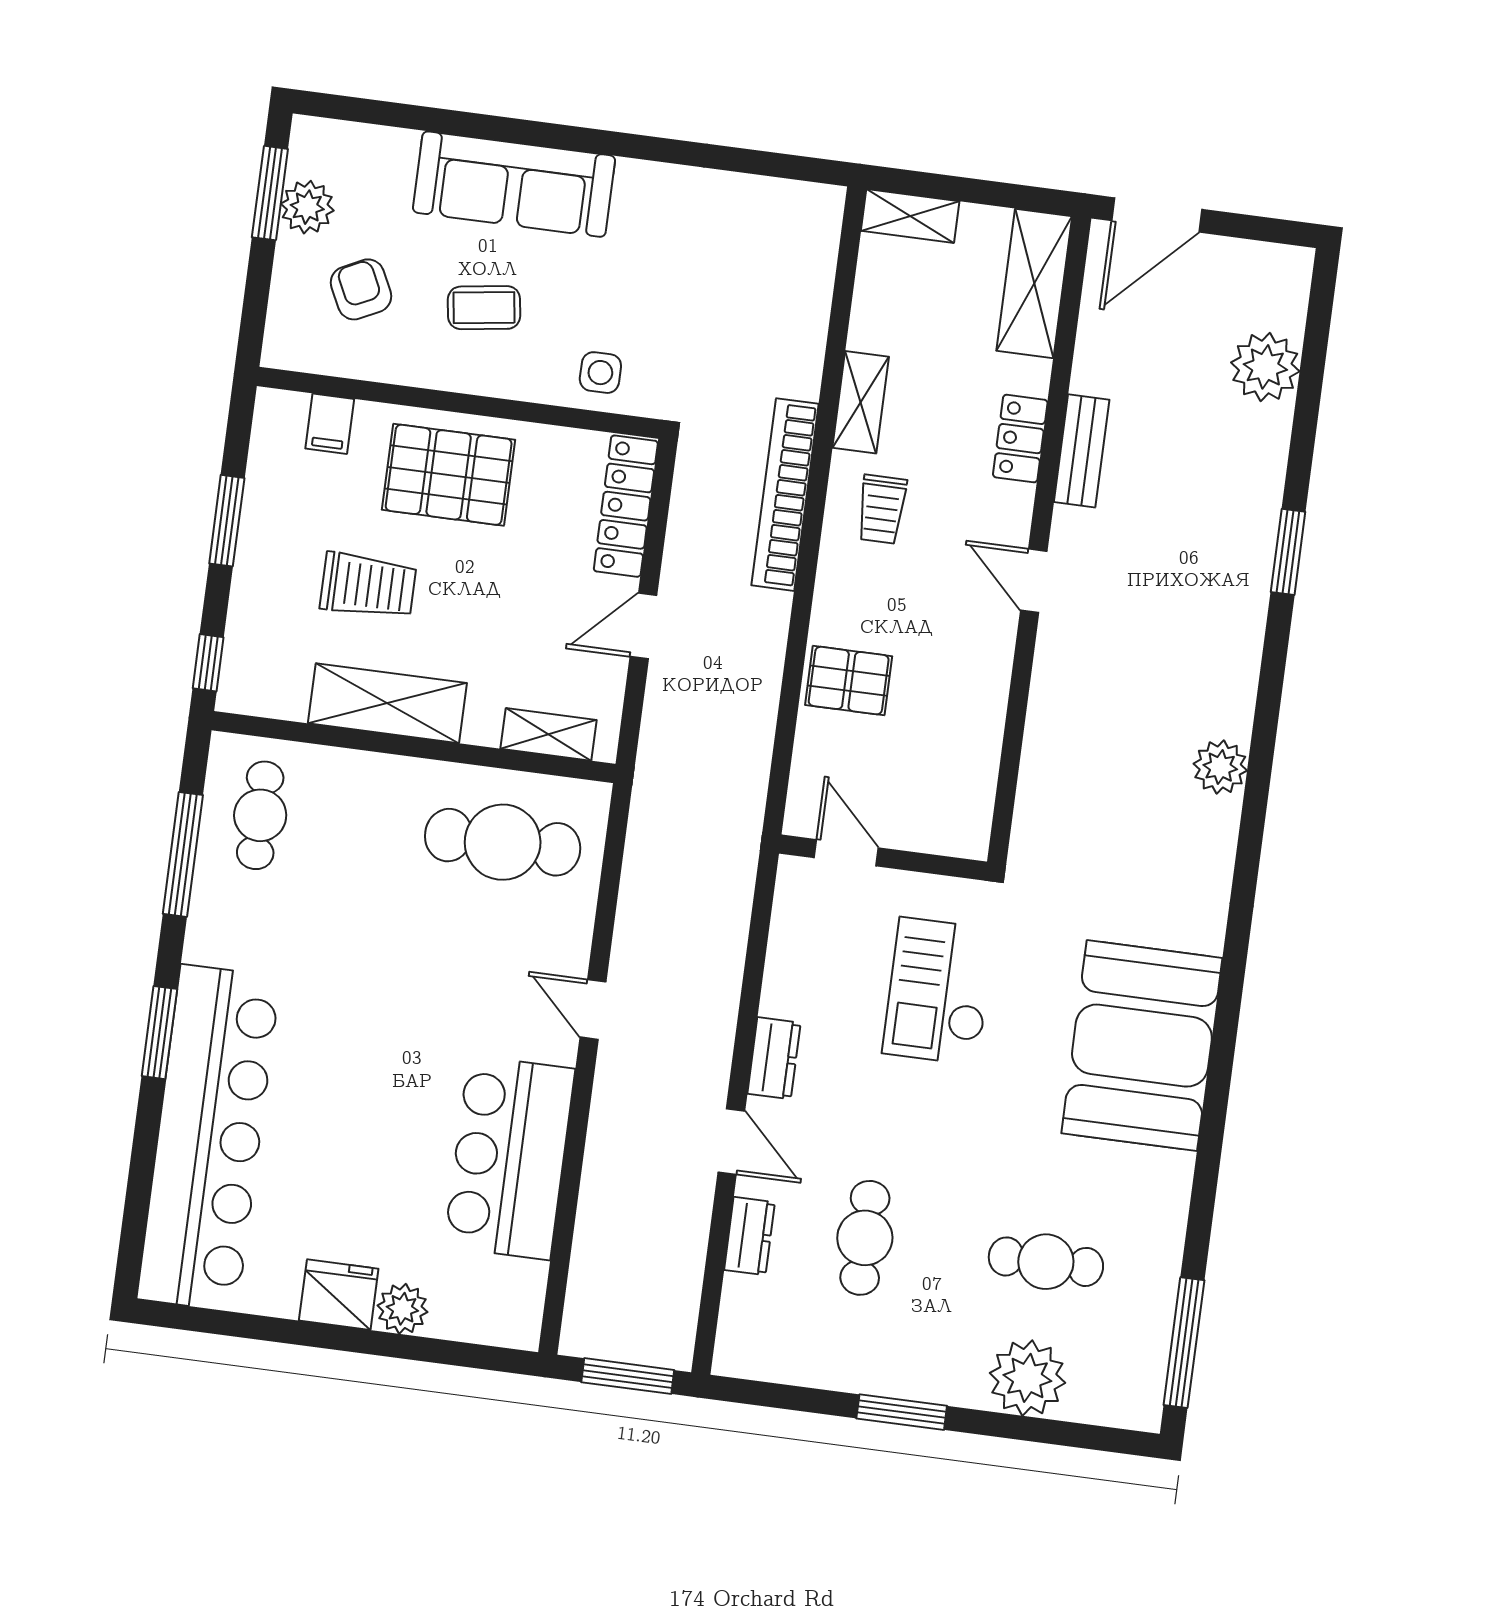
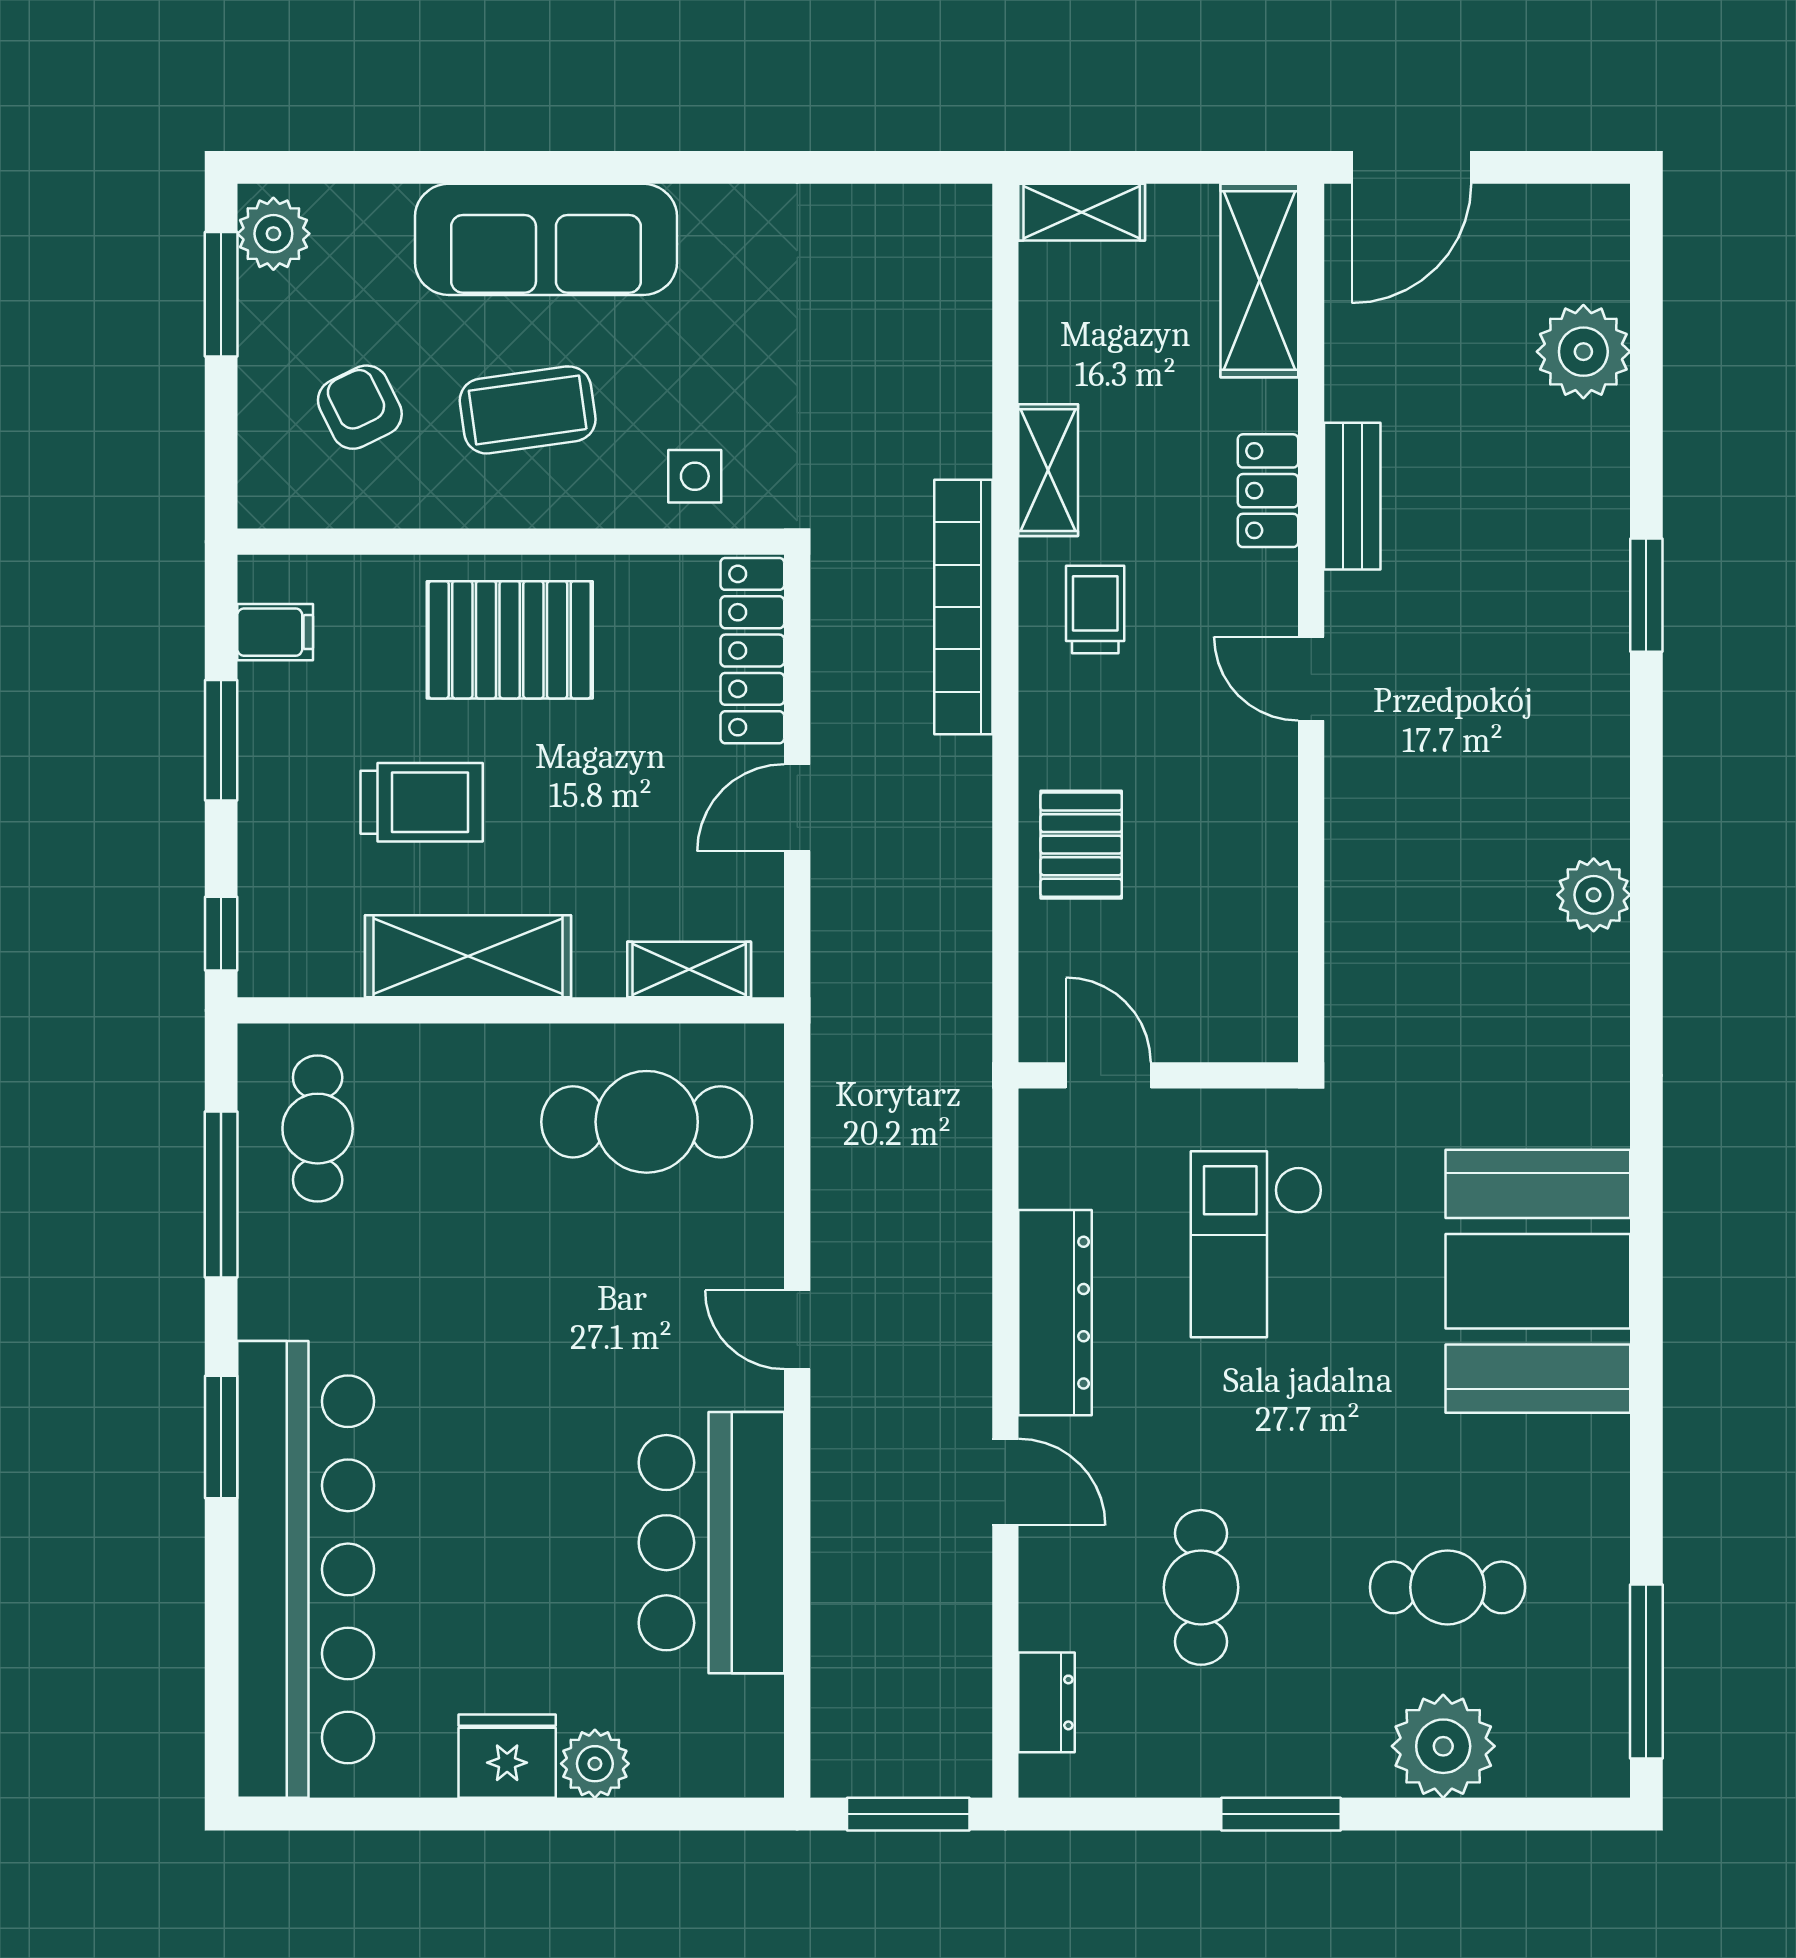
plant: (307, 207) -> (273, 234), moved
coffee table: (484, 308) -> (528, 410), width x1.36, depth x1.30
filing cabinet: (330, 424) -> (275, 632), moved, turned -90
trolley: (882, 509) -> (1095, 610), turned 180
pallet: (849, 681) -> (1081, 845), turned 90
dresser: (774, 1058) -> (1055, 1313), width x1.96, depth x1.24
dresser: (750, 1236) -> (1046, 1702), moved

